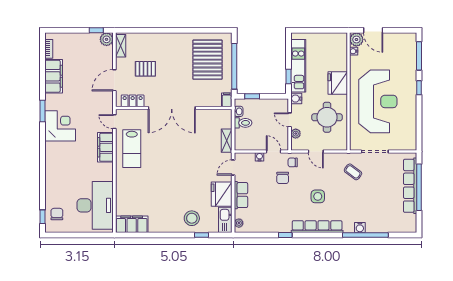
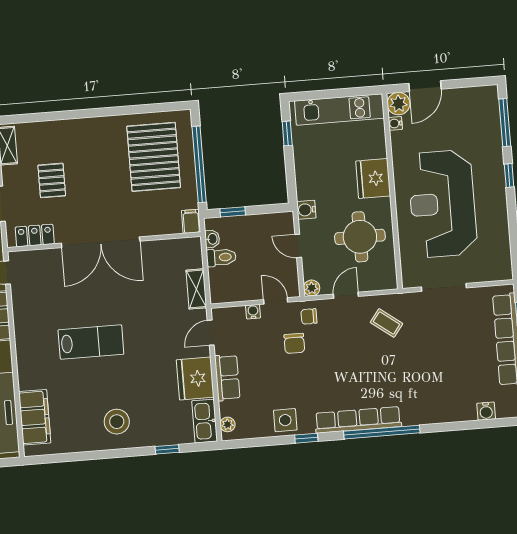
door: (373, 30) -> (425, 86), hinge flipped
kitchen unit: (298, 66) -> (339, 109), moved, turned 90
pallet: (145, 69) -> (52, 180), turned 90
window: (288, 77) -> (287, 133), moved
reception desk: (378, 101) -> (442, 204), turned 180
plant: (296, 134) -> (312, 288), moved
lab bench: (132, 149) -> (91, 342), moved, turned -90
door: (316, 152) -> (346, 295), swing flipped
coffee table: (353, 172) -> (386, 323), moved
side table: (318, 196) -> (285, 420), moved
stool: (192, 218) -> (117, 422), moved
filing cabinet: (132, 224) -> (35, 417), moved, turned 90
water cooler: (360, 228) -> (486, 411), moved
window: (365, 235) -> (382, 432), moved

